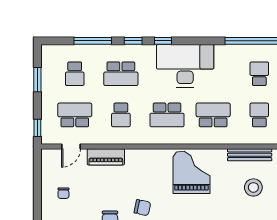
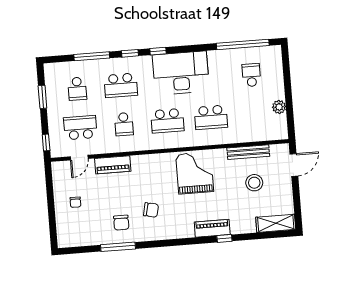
school desk: (213, 115) -> (211, 117), turned 180
school desk: (259, 115) -> (254, 114), removed

